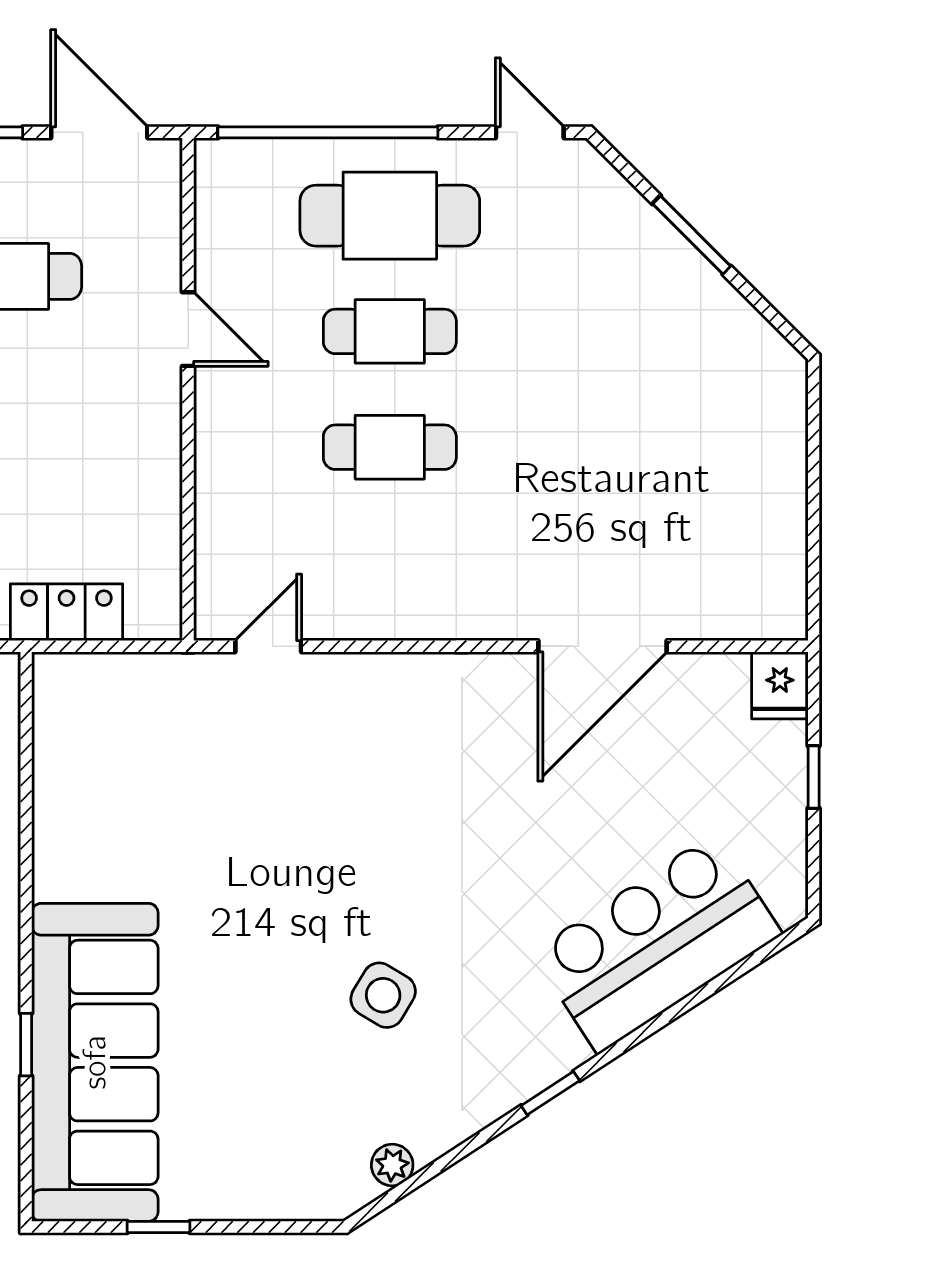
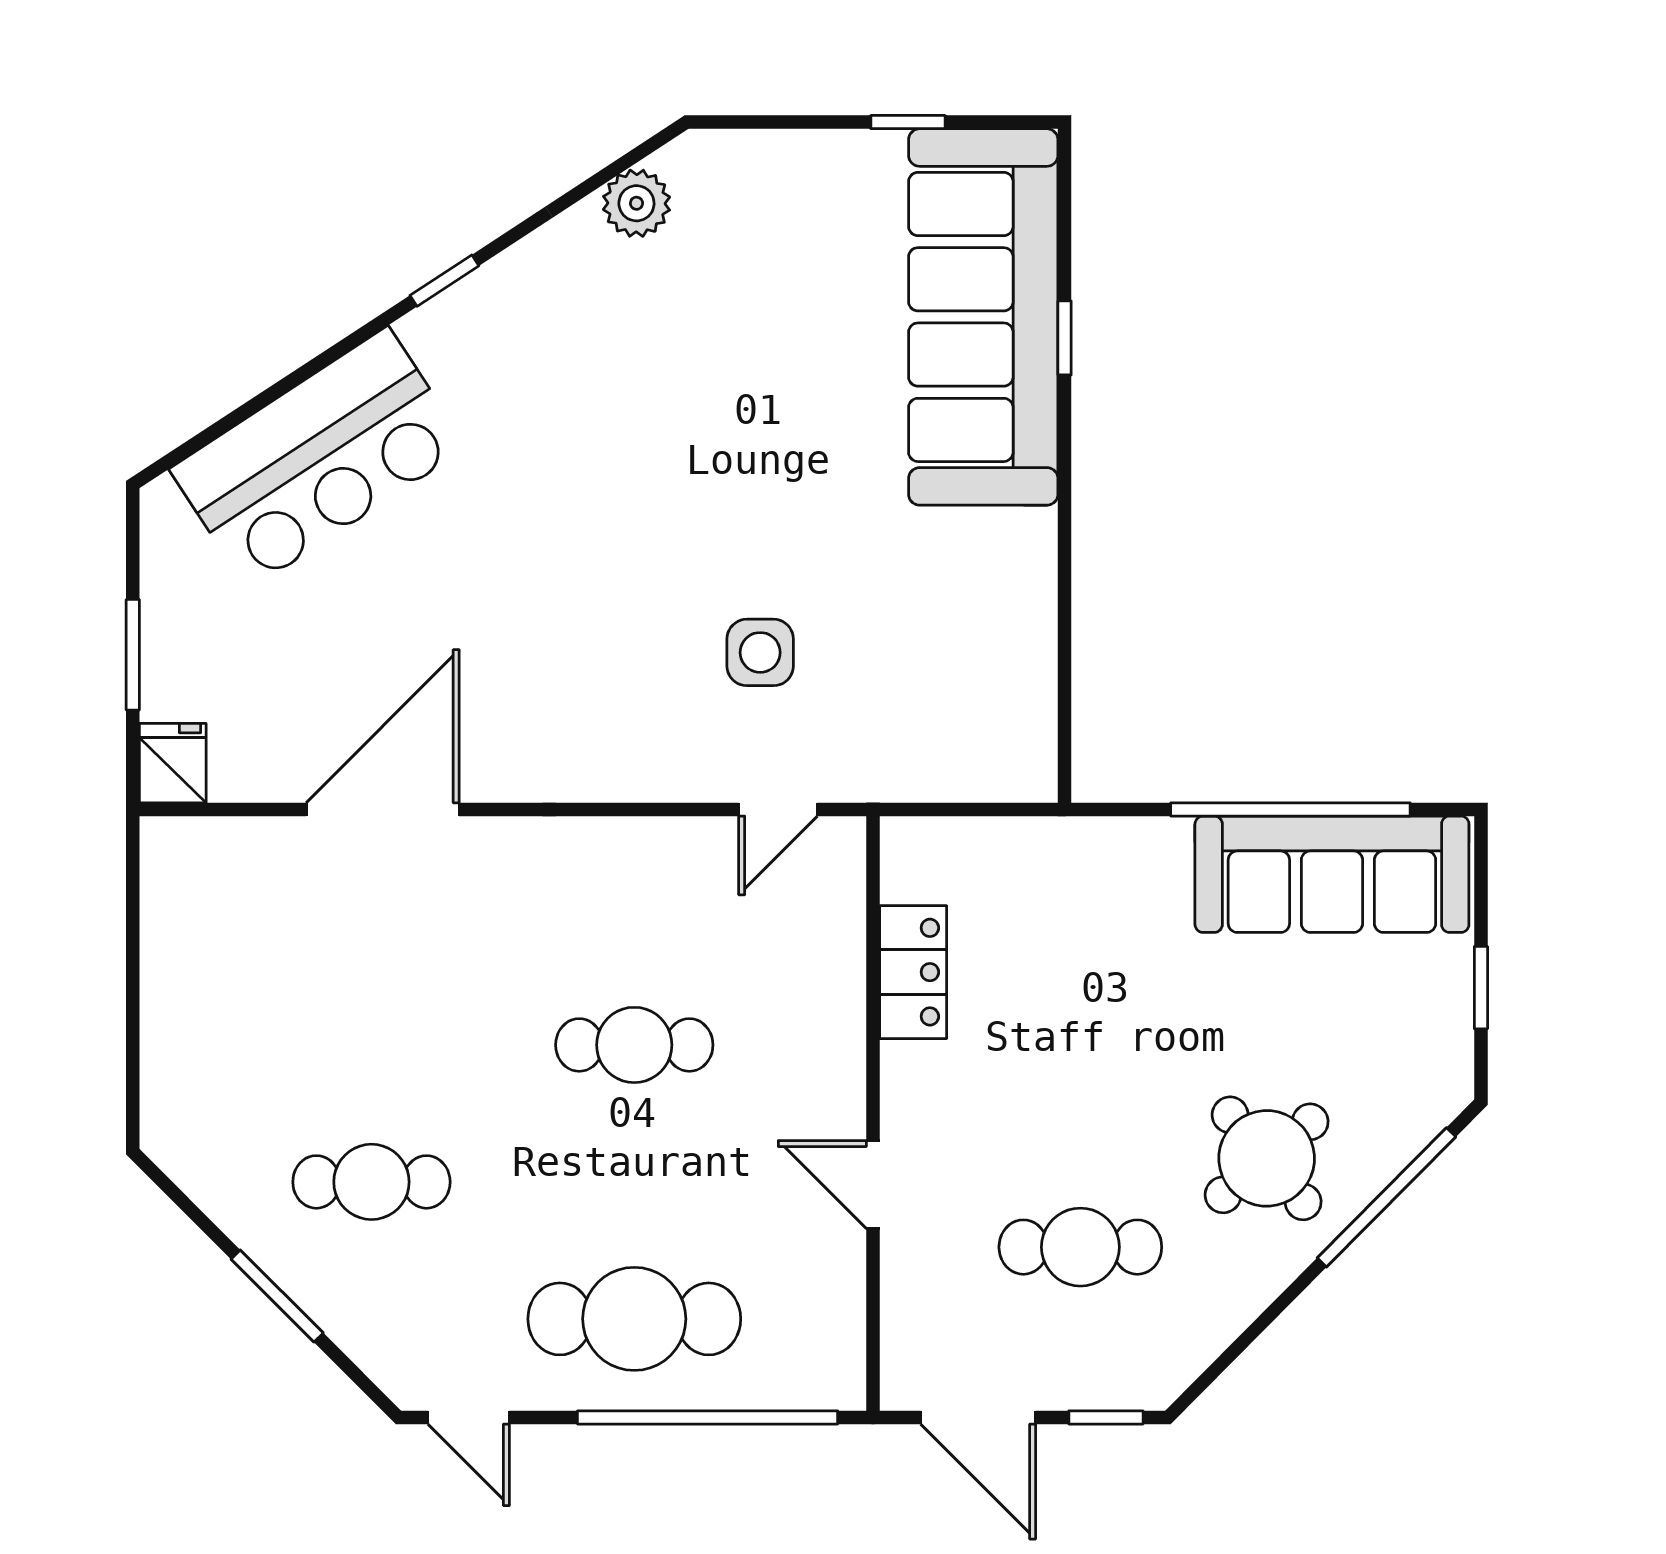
cafe table: (390, 331) -> (371, 1182), moved
locker: (67, 612) -> (913, 972), moved, turned -90
window: (814, 777) -> (133, 655), width x1.50
side table: (383, 995) -> (760, 652), moved, turned -31
plant: (392, 1165) -> (636, 203), width x1.38, depth x1.38

